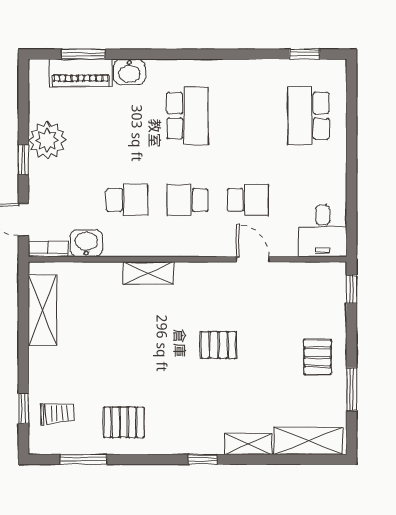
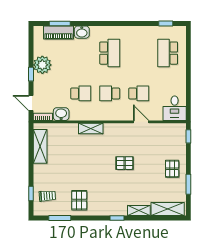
pallet: (124, 422) -> (79, 200), turned 90

